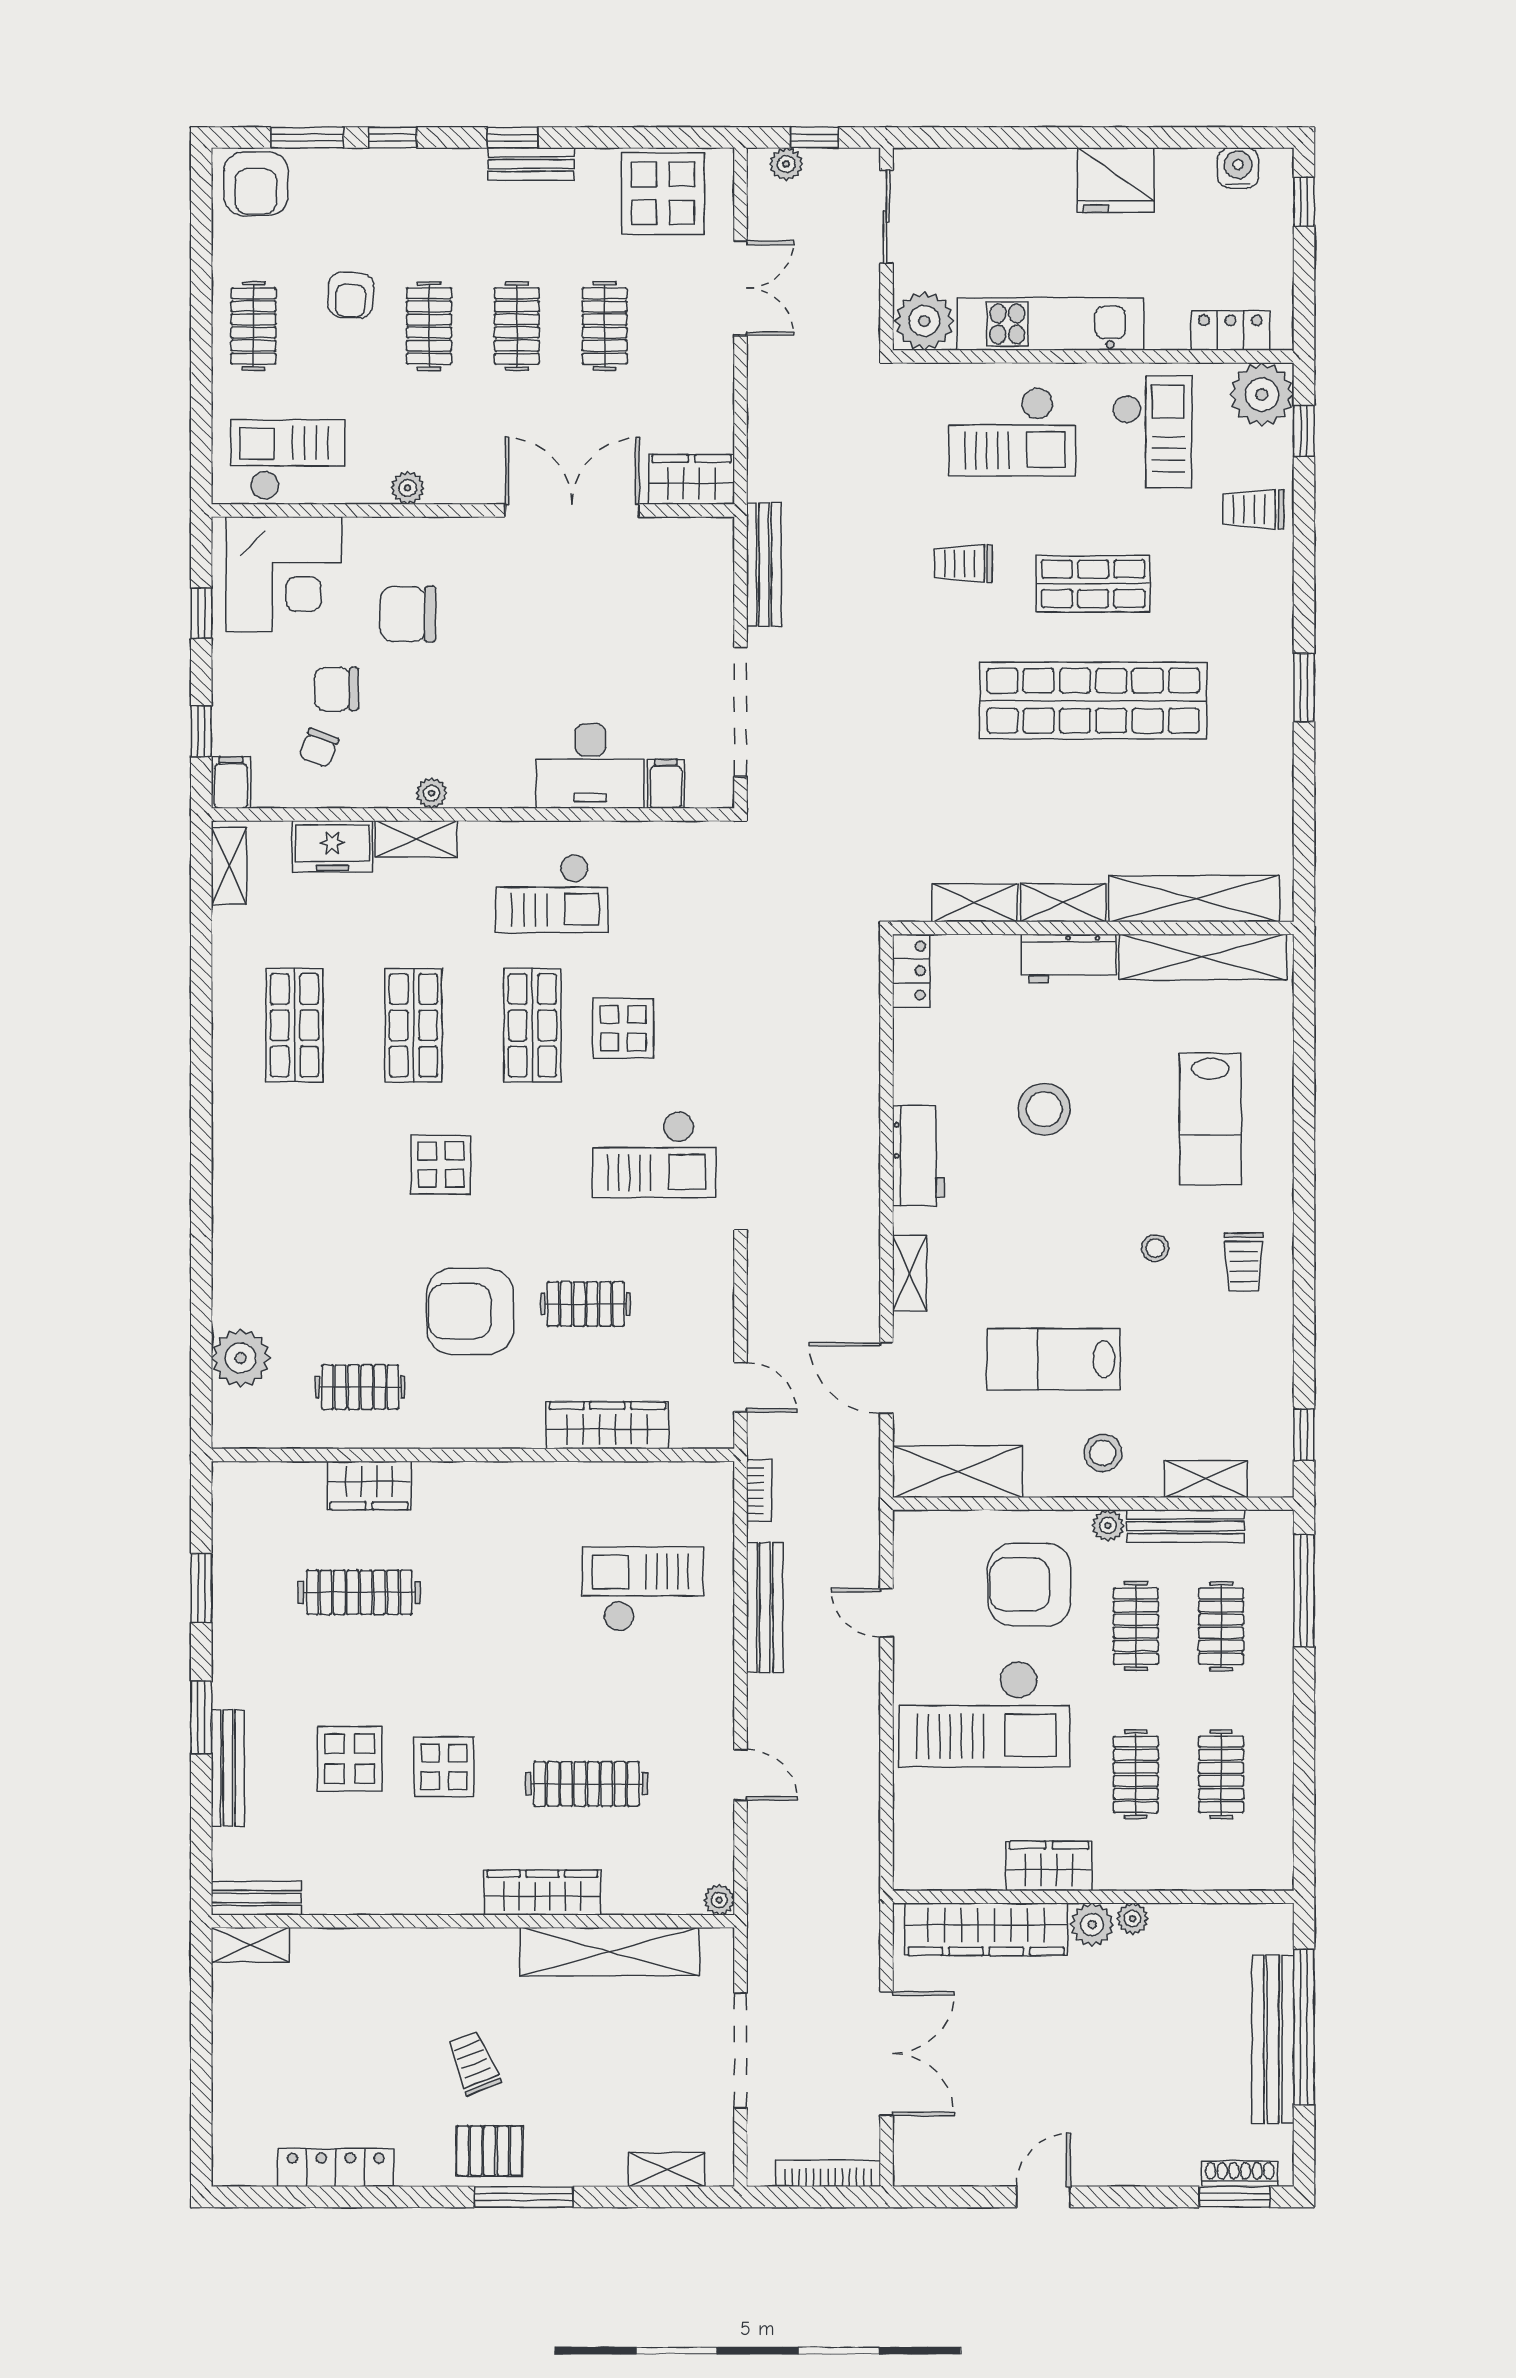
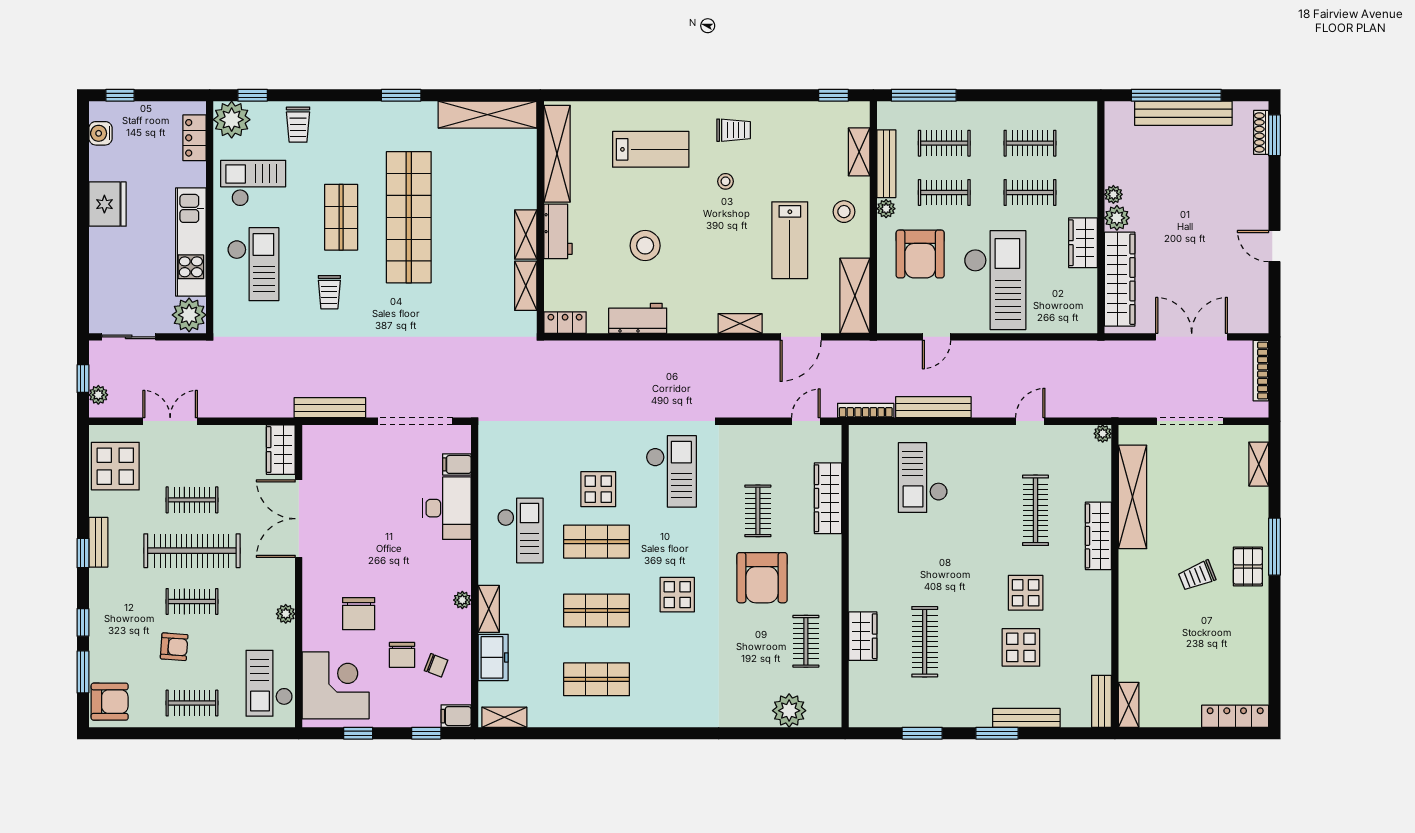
clothes rail: (517, 326) -> (192, 551), width x1.86, depth x1.31
shelving: (1194, 899) -> (487, 115), moved, turned 90
workbench: (918, 1155) -> (638, 318), moved
bookcase: (759, 1490) -> (866, 411), width x1.56
locker: (336, 2168) -> (1235, 716), moved, turned 90

